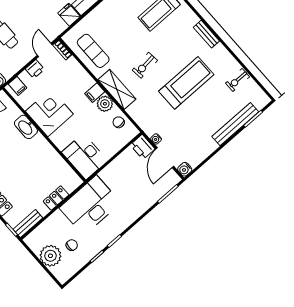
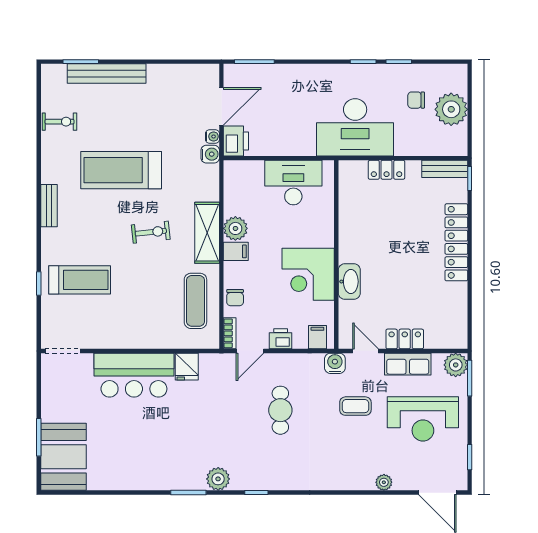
chair: (119, 122) -> (235, 298), moved
desk: (85, 156) -> (293, 183), moved, turned -90
water cooler: (185, 169) -> (210, 154), moved

